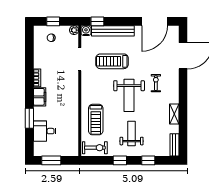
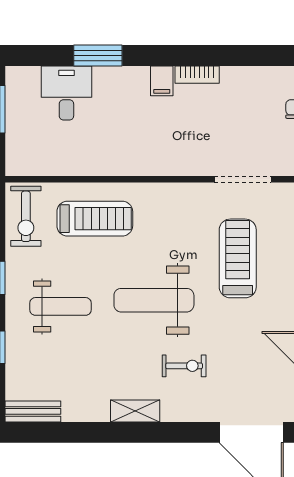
filing cabinet: (40, 97) -> (162, 81), width x0.50
shelving: (174, 114) -> (135, 411), moved
treadmill: (96, 120) -> (95, 219), turned 180

